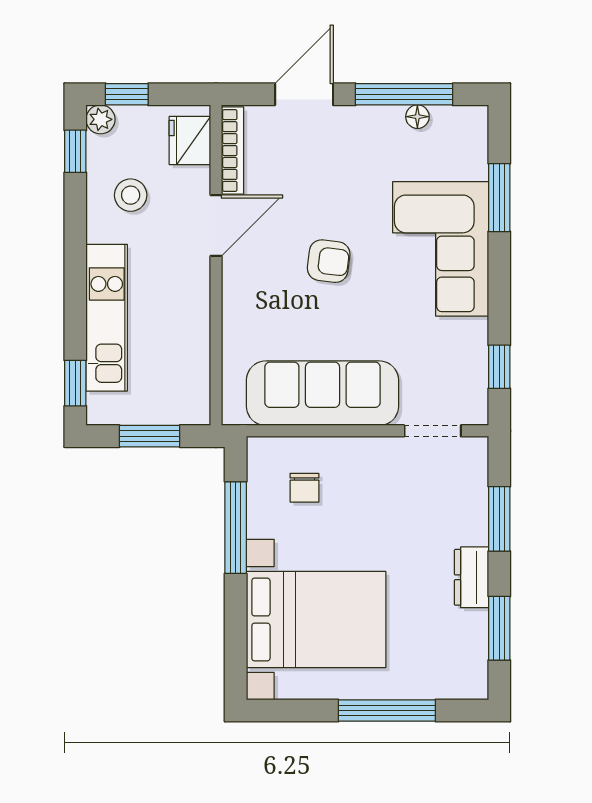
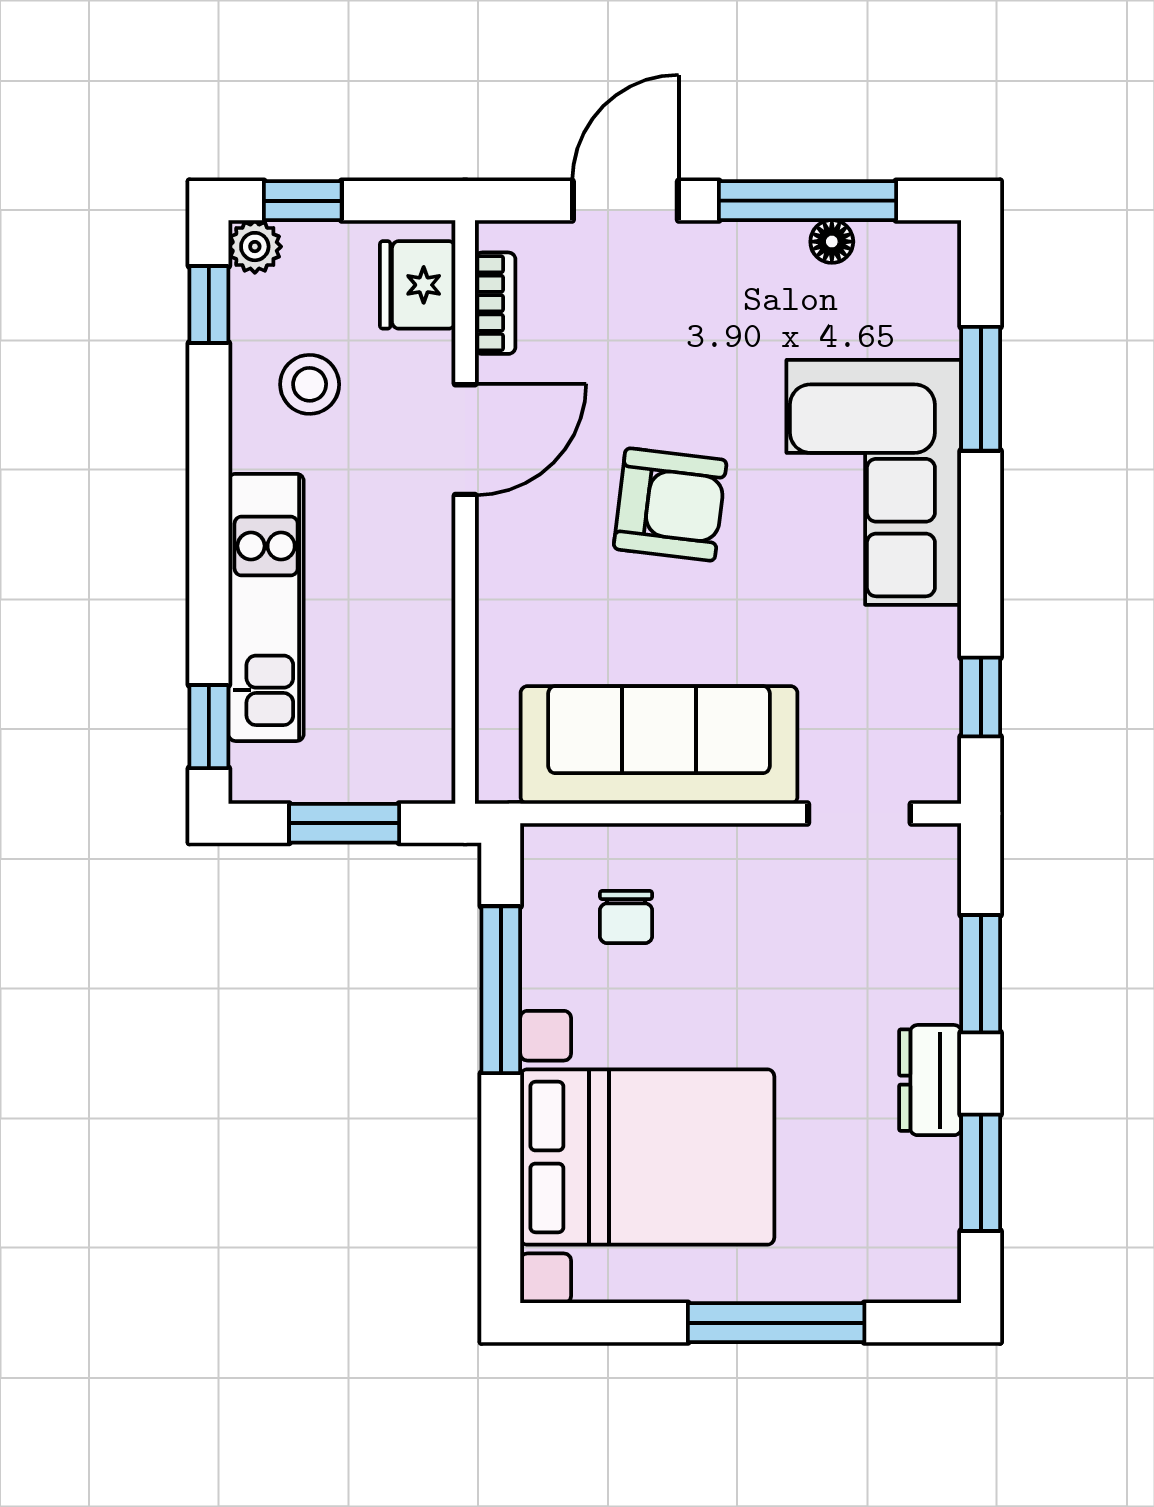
bookcase: (233, 151) -> (495, 303), width x0.64
armchair: (329, 261) -> (670, 504), width x1.38, depth x1.38

